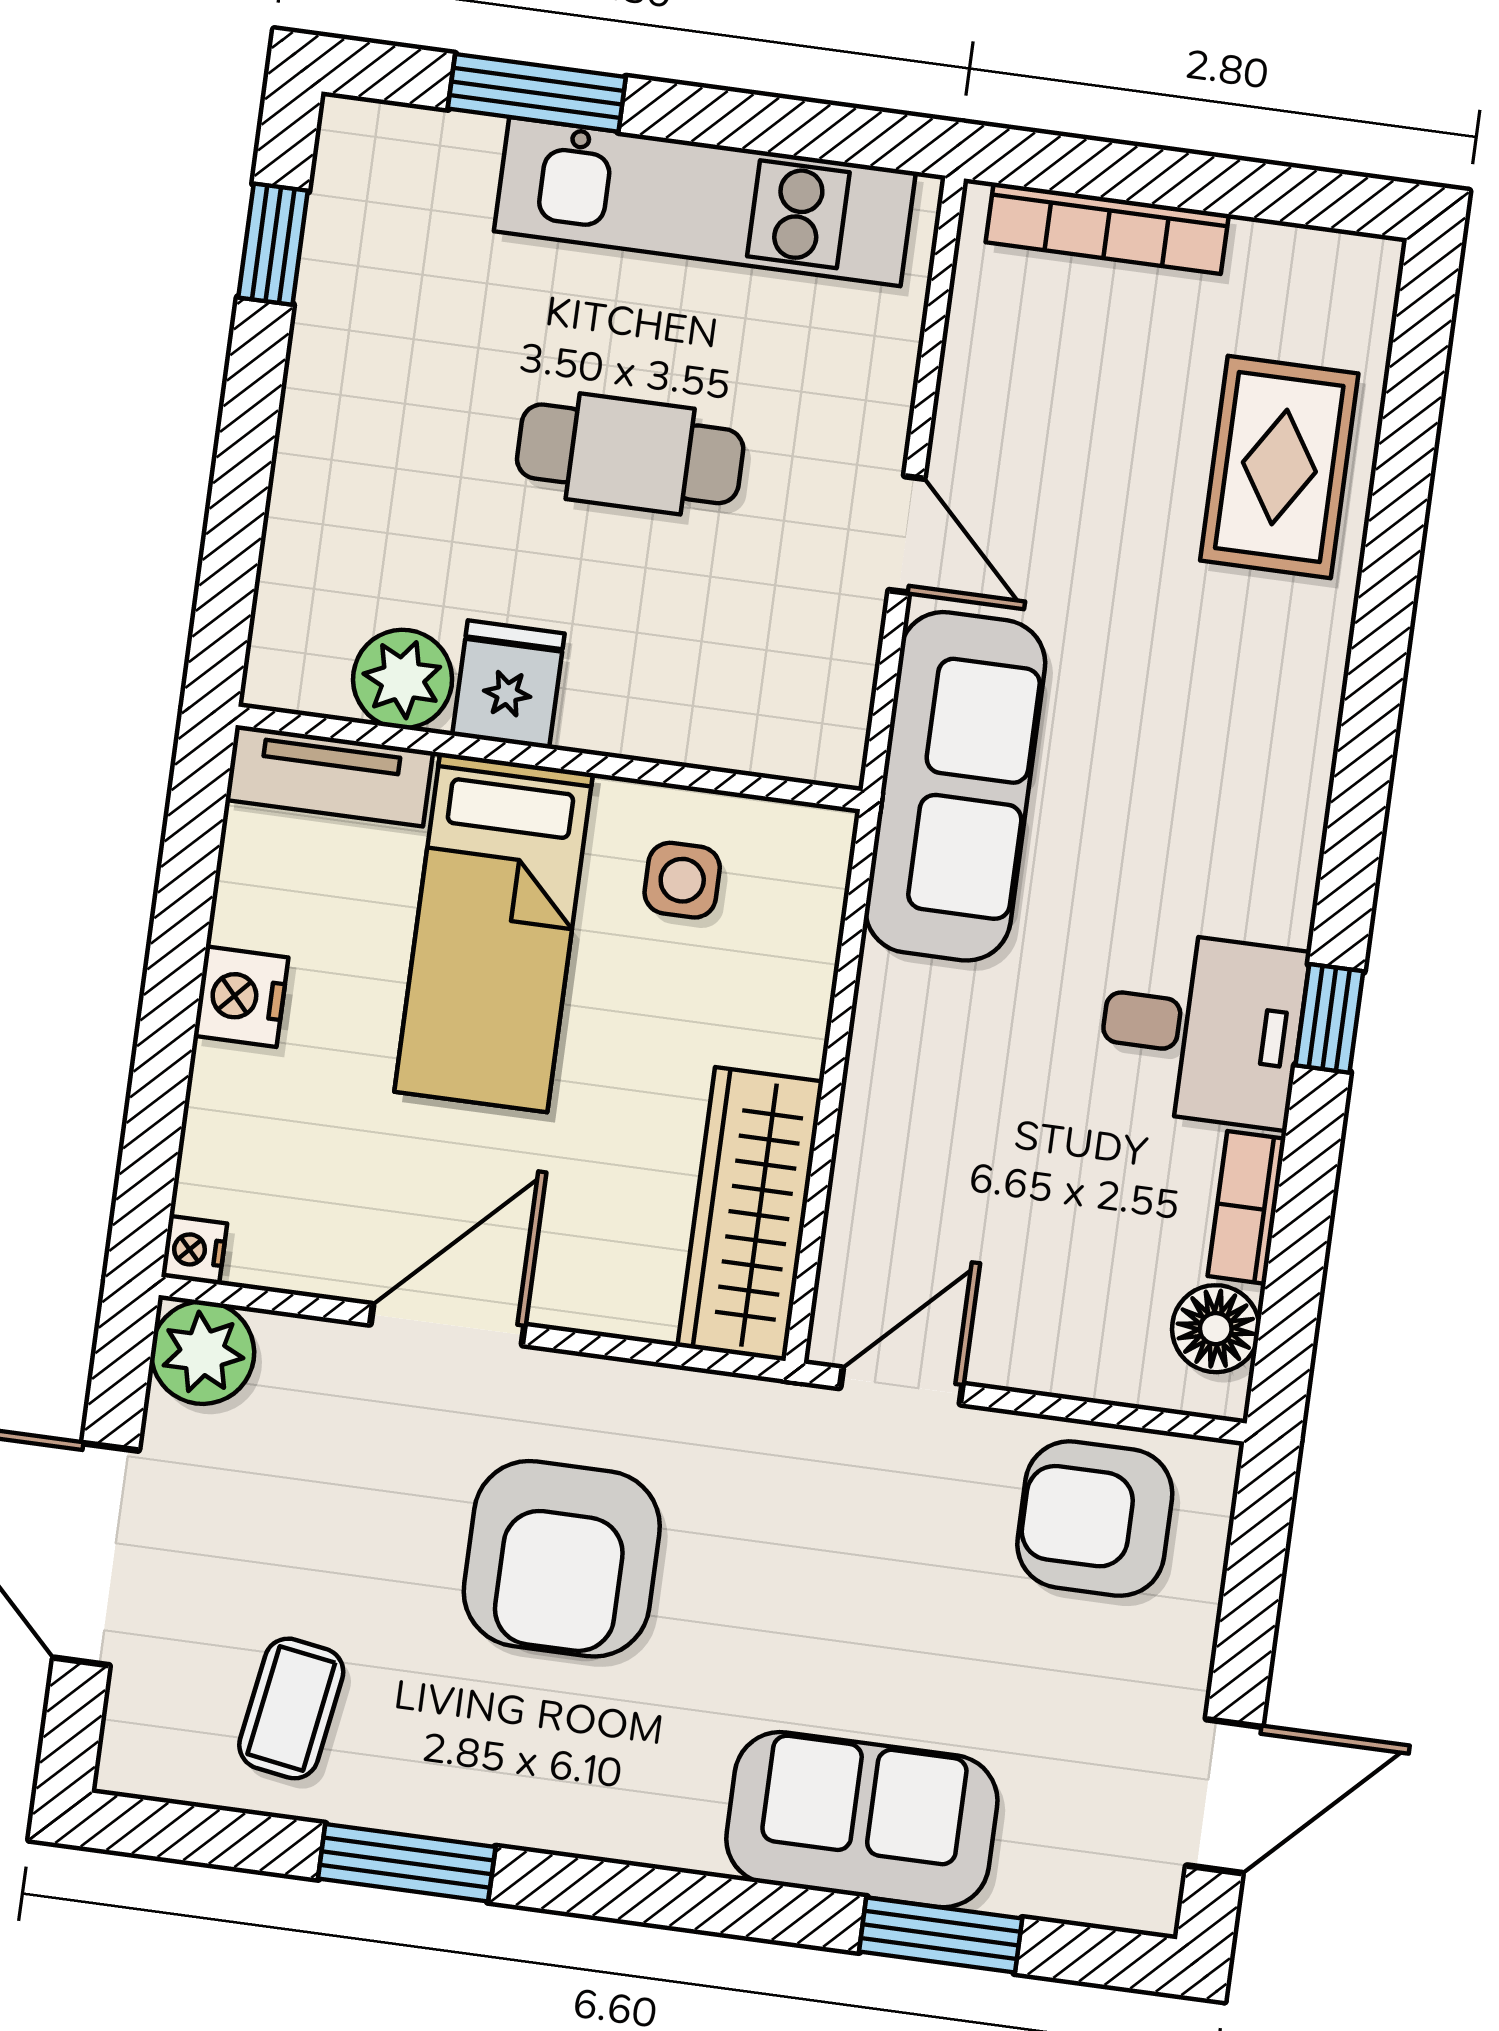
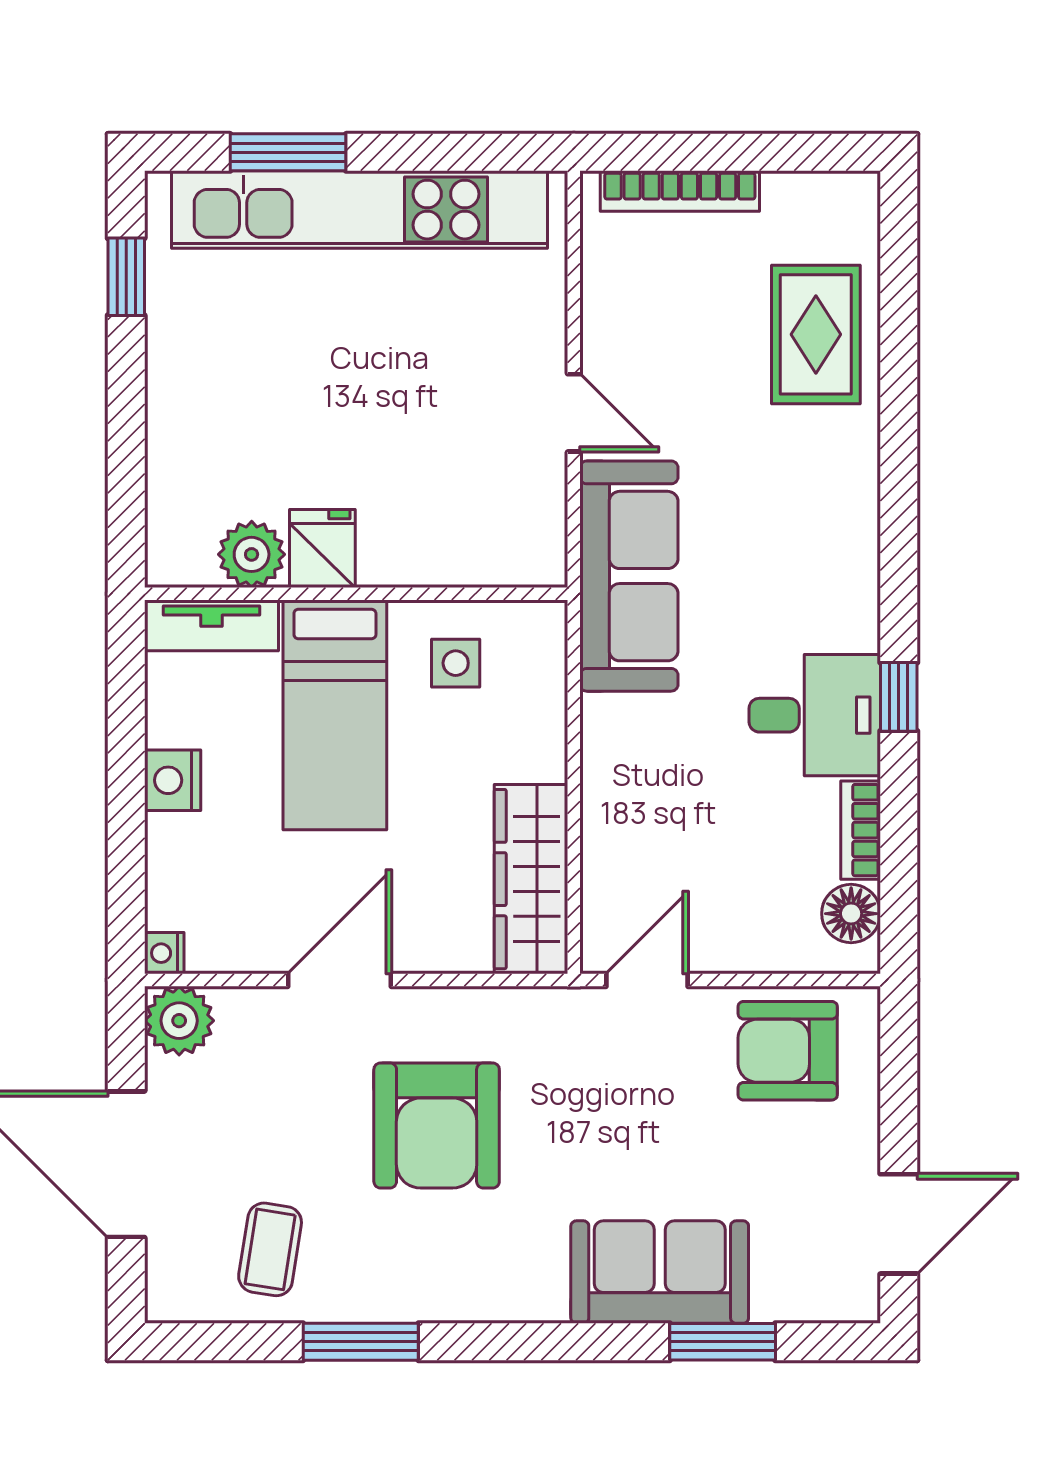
kitchen unit: (705, 202) -> (360, 210), width x1.36
cafe table: (630, 454) -> (383, 384), removed

